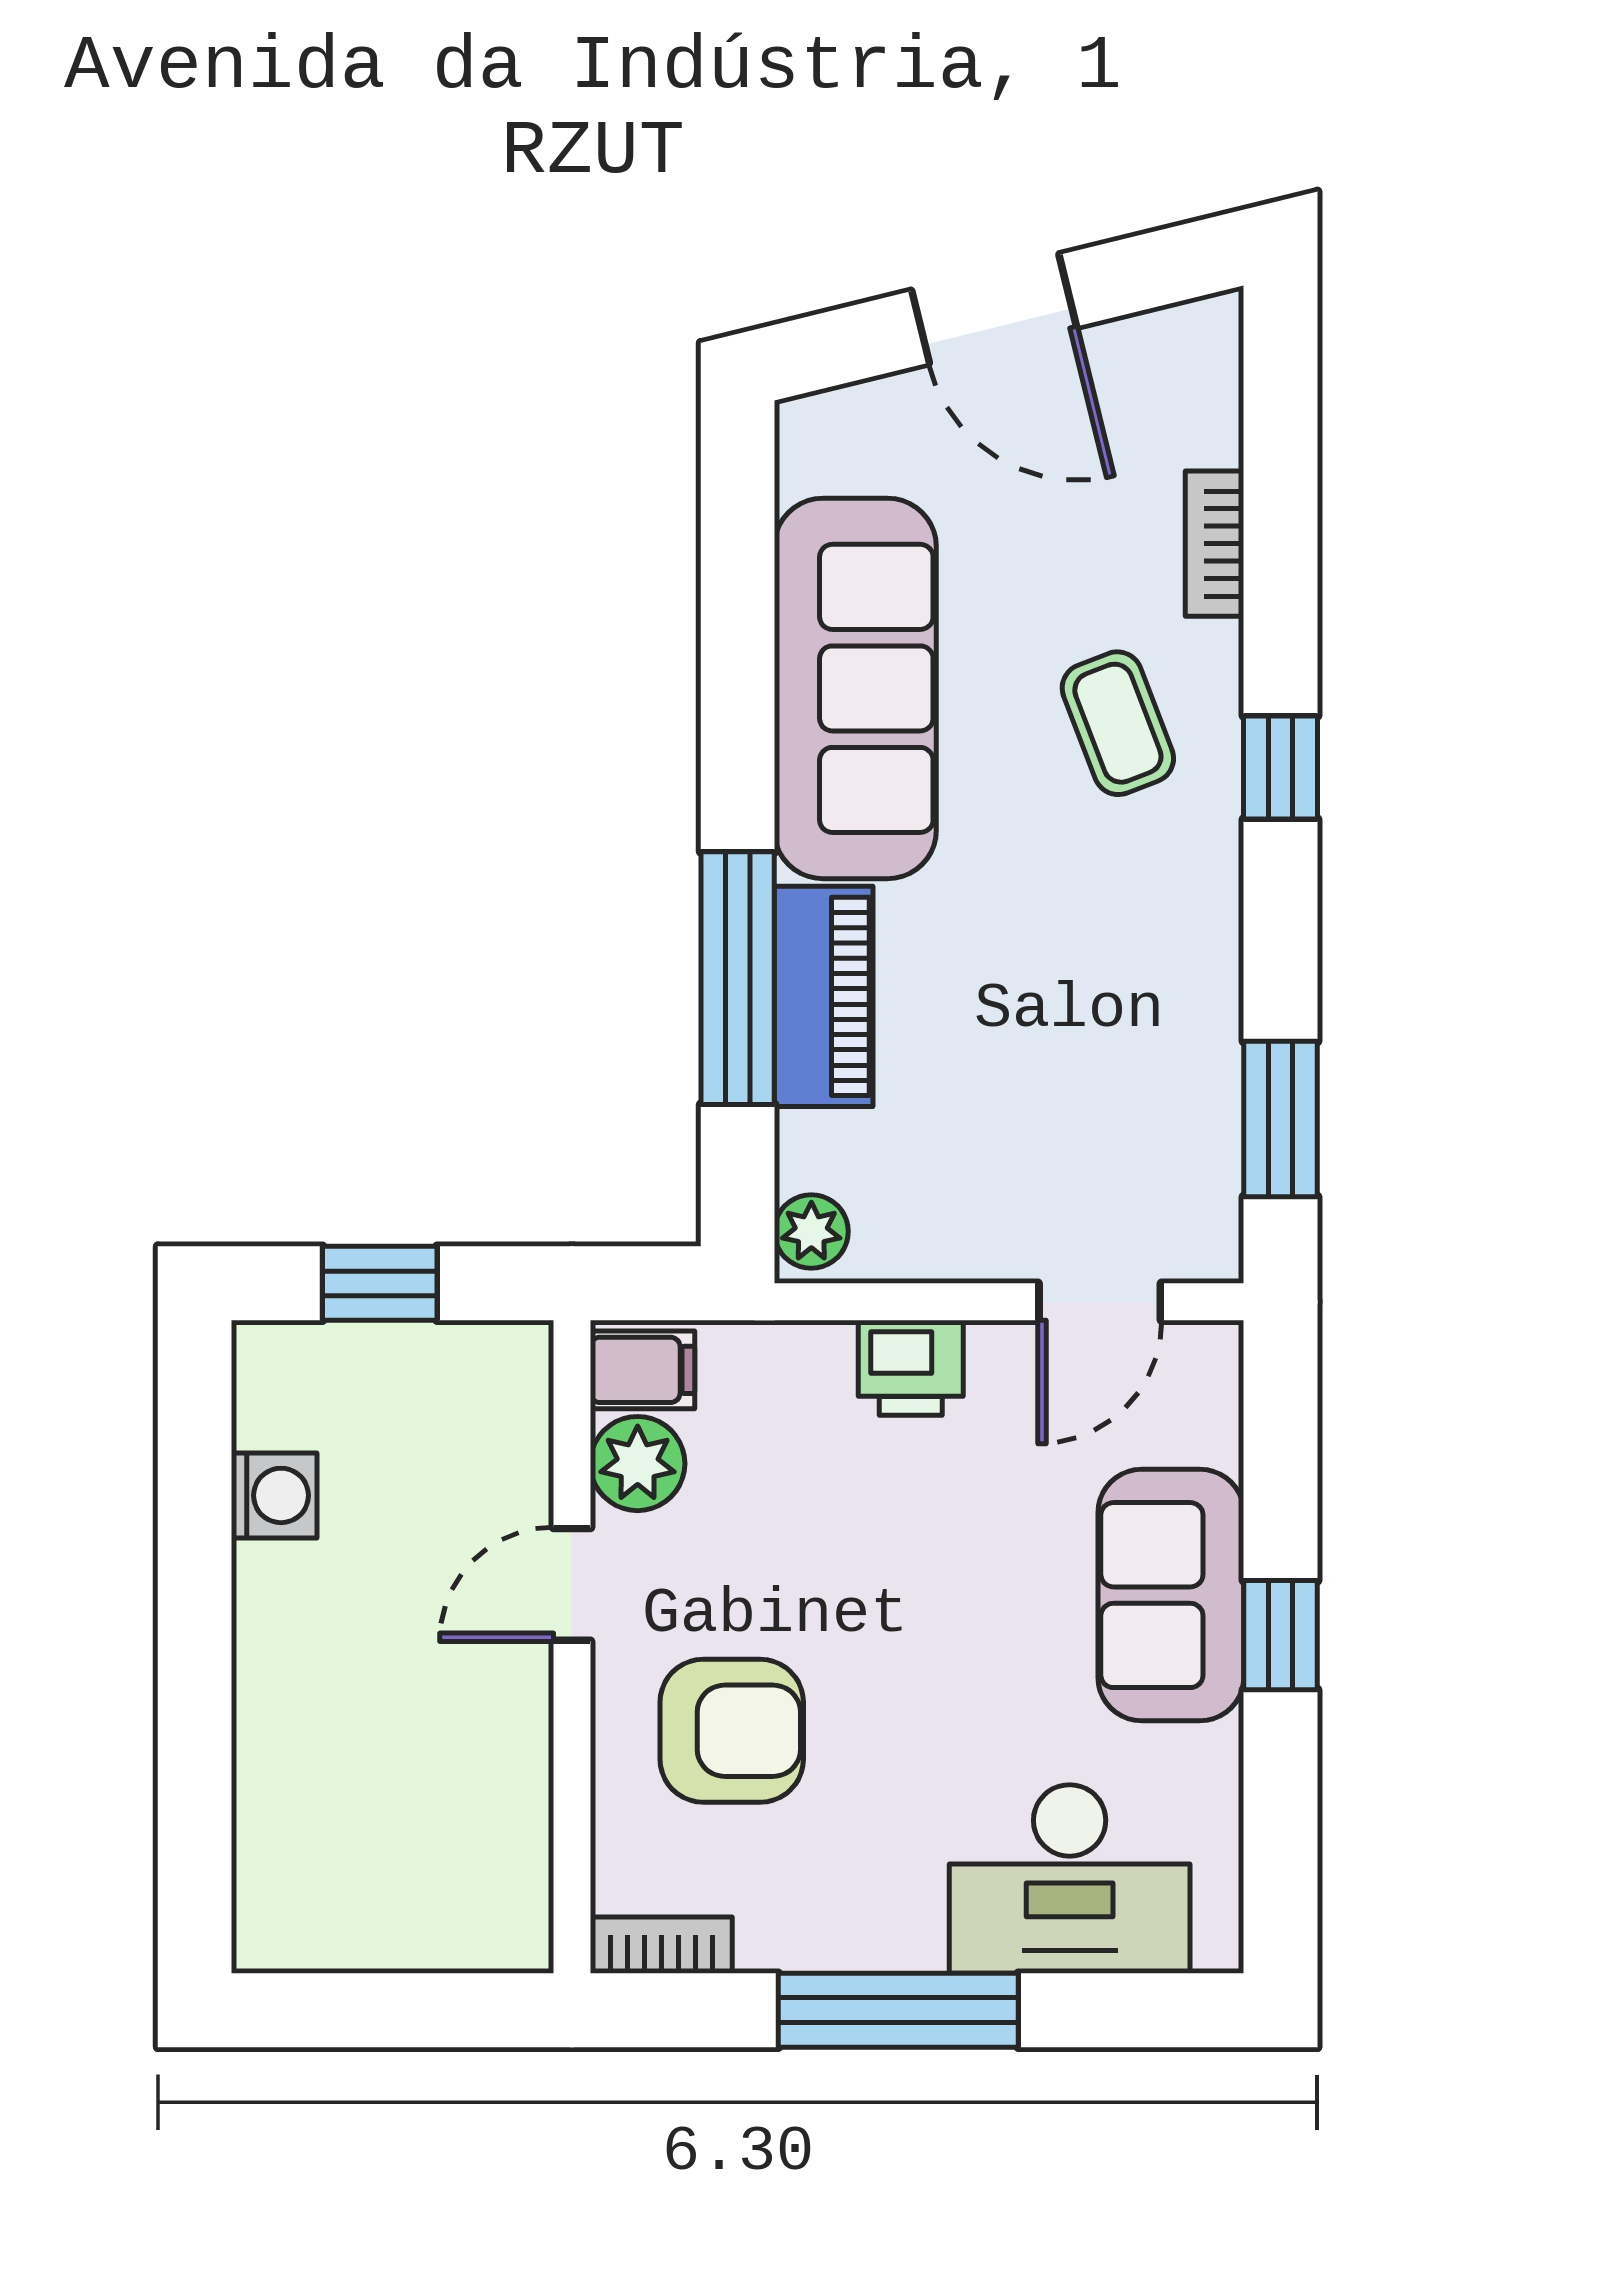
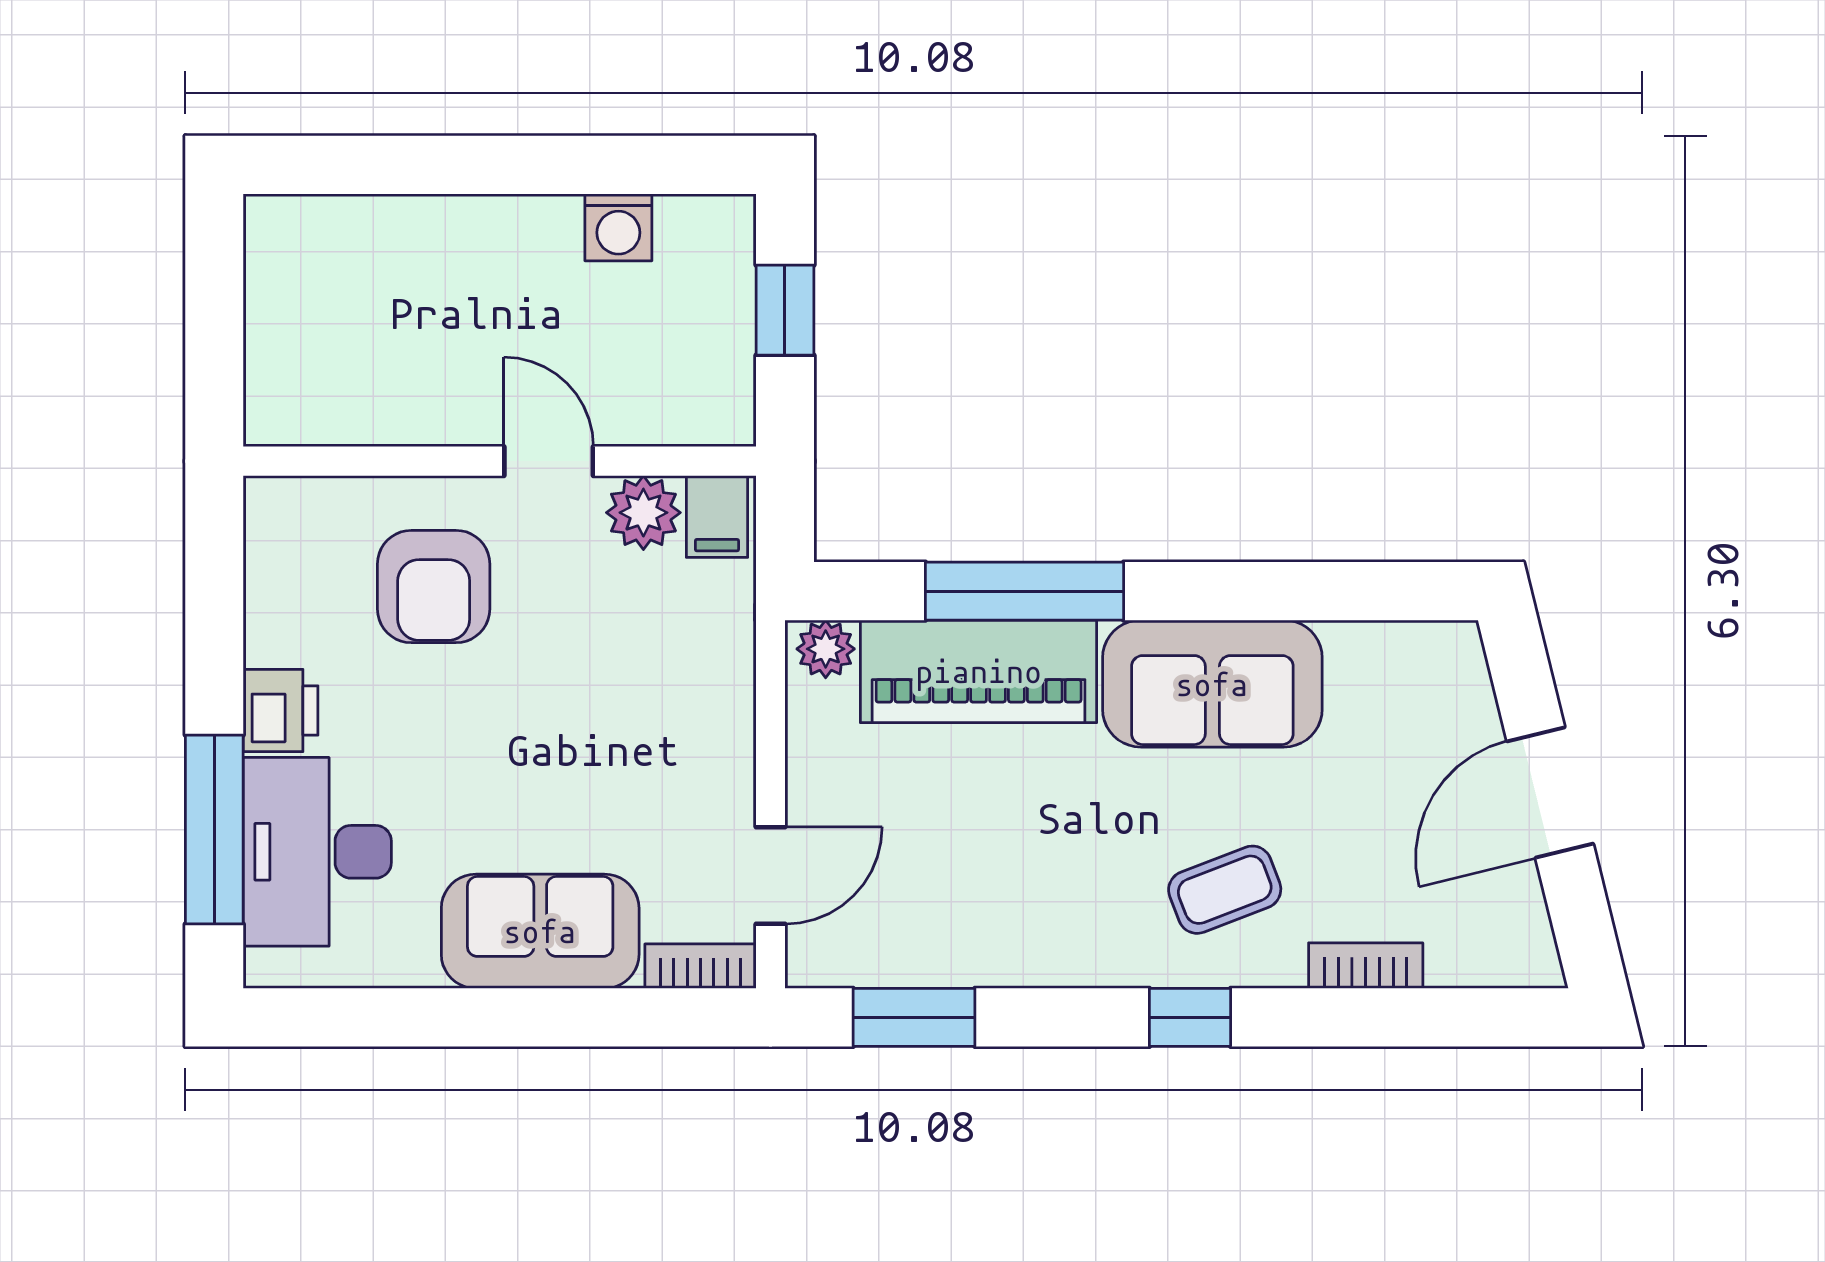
sofa: (855, 688) -> (1212, 684), width x0.73
piano: (824, 996) -> (979, 671), width x1.37, depth x1.33
door: (1100, 1302) -> (770, 876), swing flipped
printer: (911, 1368) -> (281, 710), moved, turned 180
window: (1280, 1635) -> (509, 1017), removed
bookcase: (661, 1945) -> (700, 966), moved, turned -90
window: (898, 2010) -> (214, 830), moved

